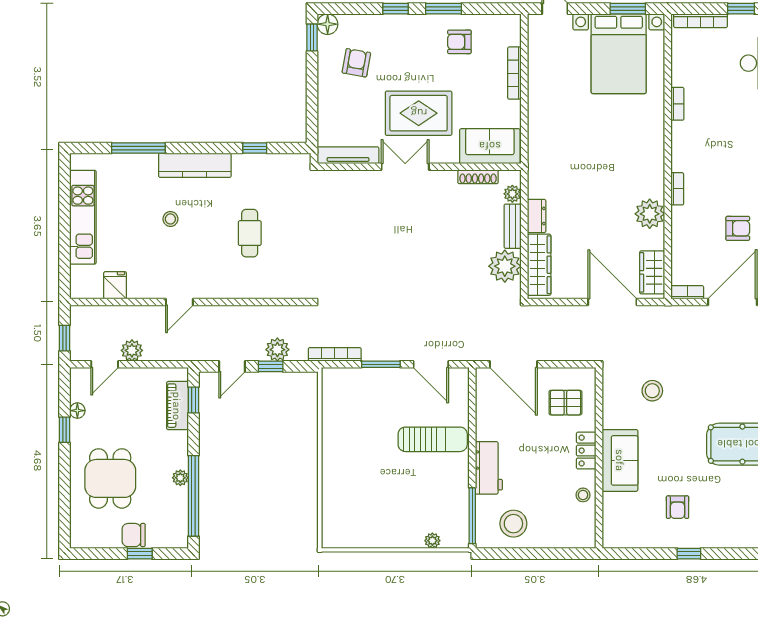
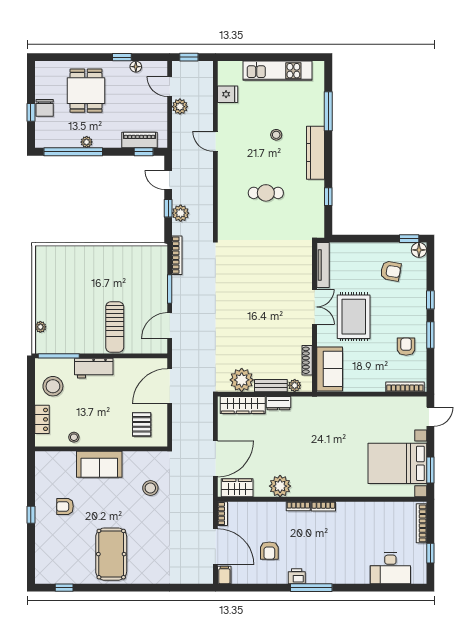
bookcase: (514, 73) -> (405, 387), moved
bookcase: (677, 104) -> (323, 506), moved
locker: (586, 451) -> (42, 419), moved, turned 90
dining table: (110, 478) -> (86, 91), turned 90
chair: (134, 535) -> (45, 108), turned 180

